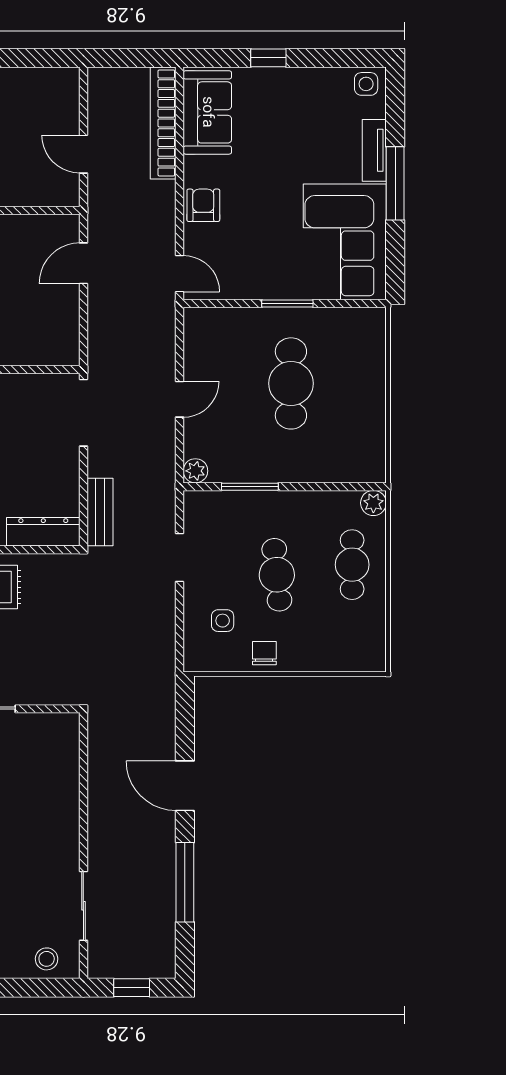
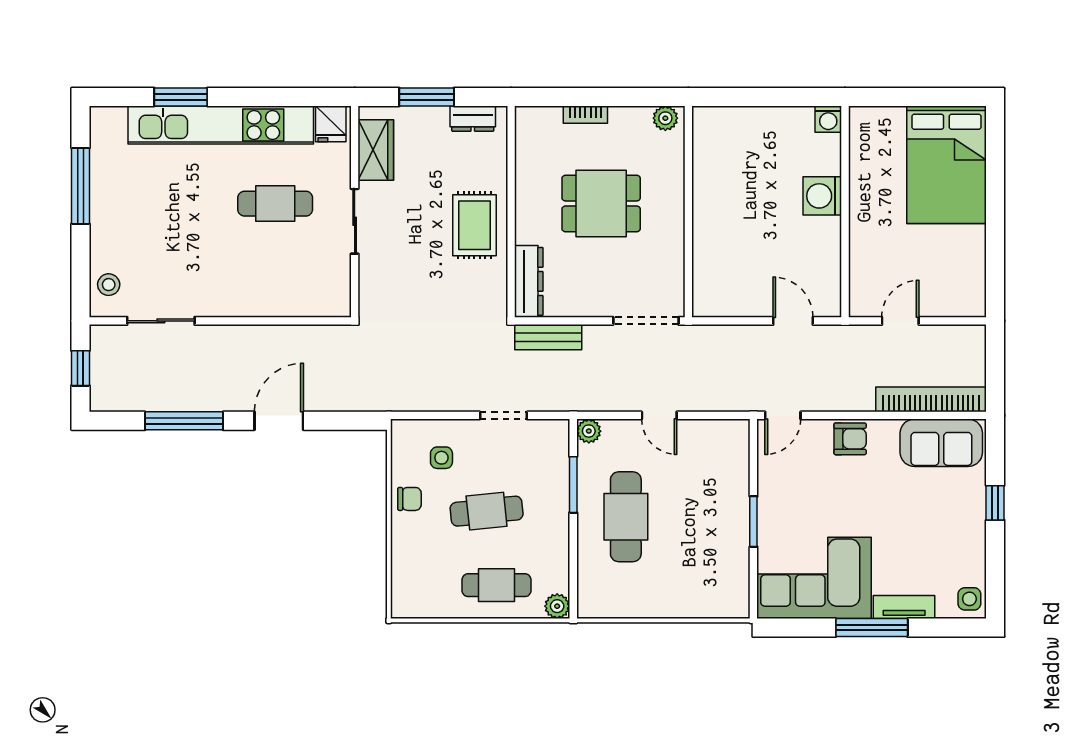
cafe table: (291, 383) -> (626, 517), moved, turned 90

